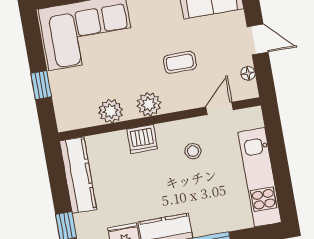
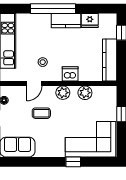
door: (219, 108) -> (34, 83), moved

